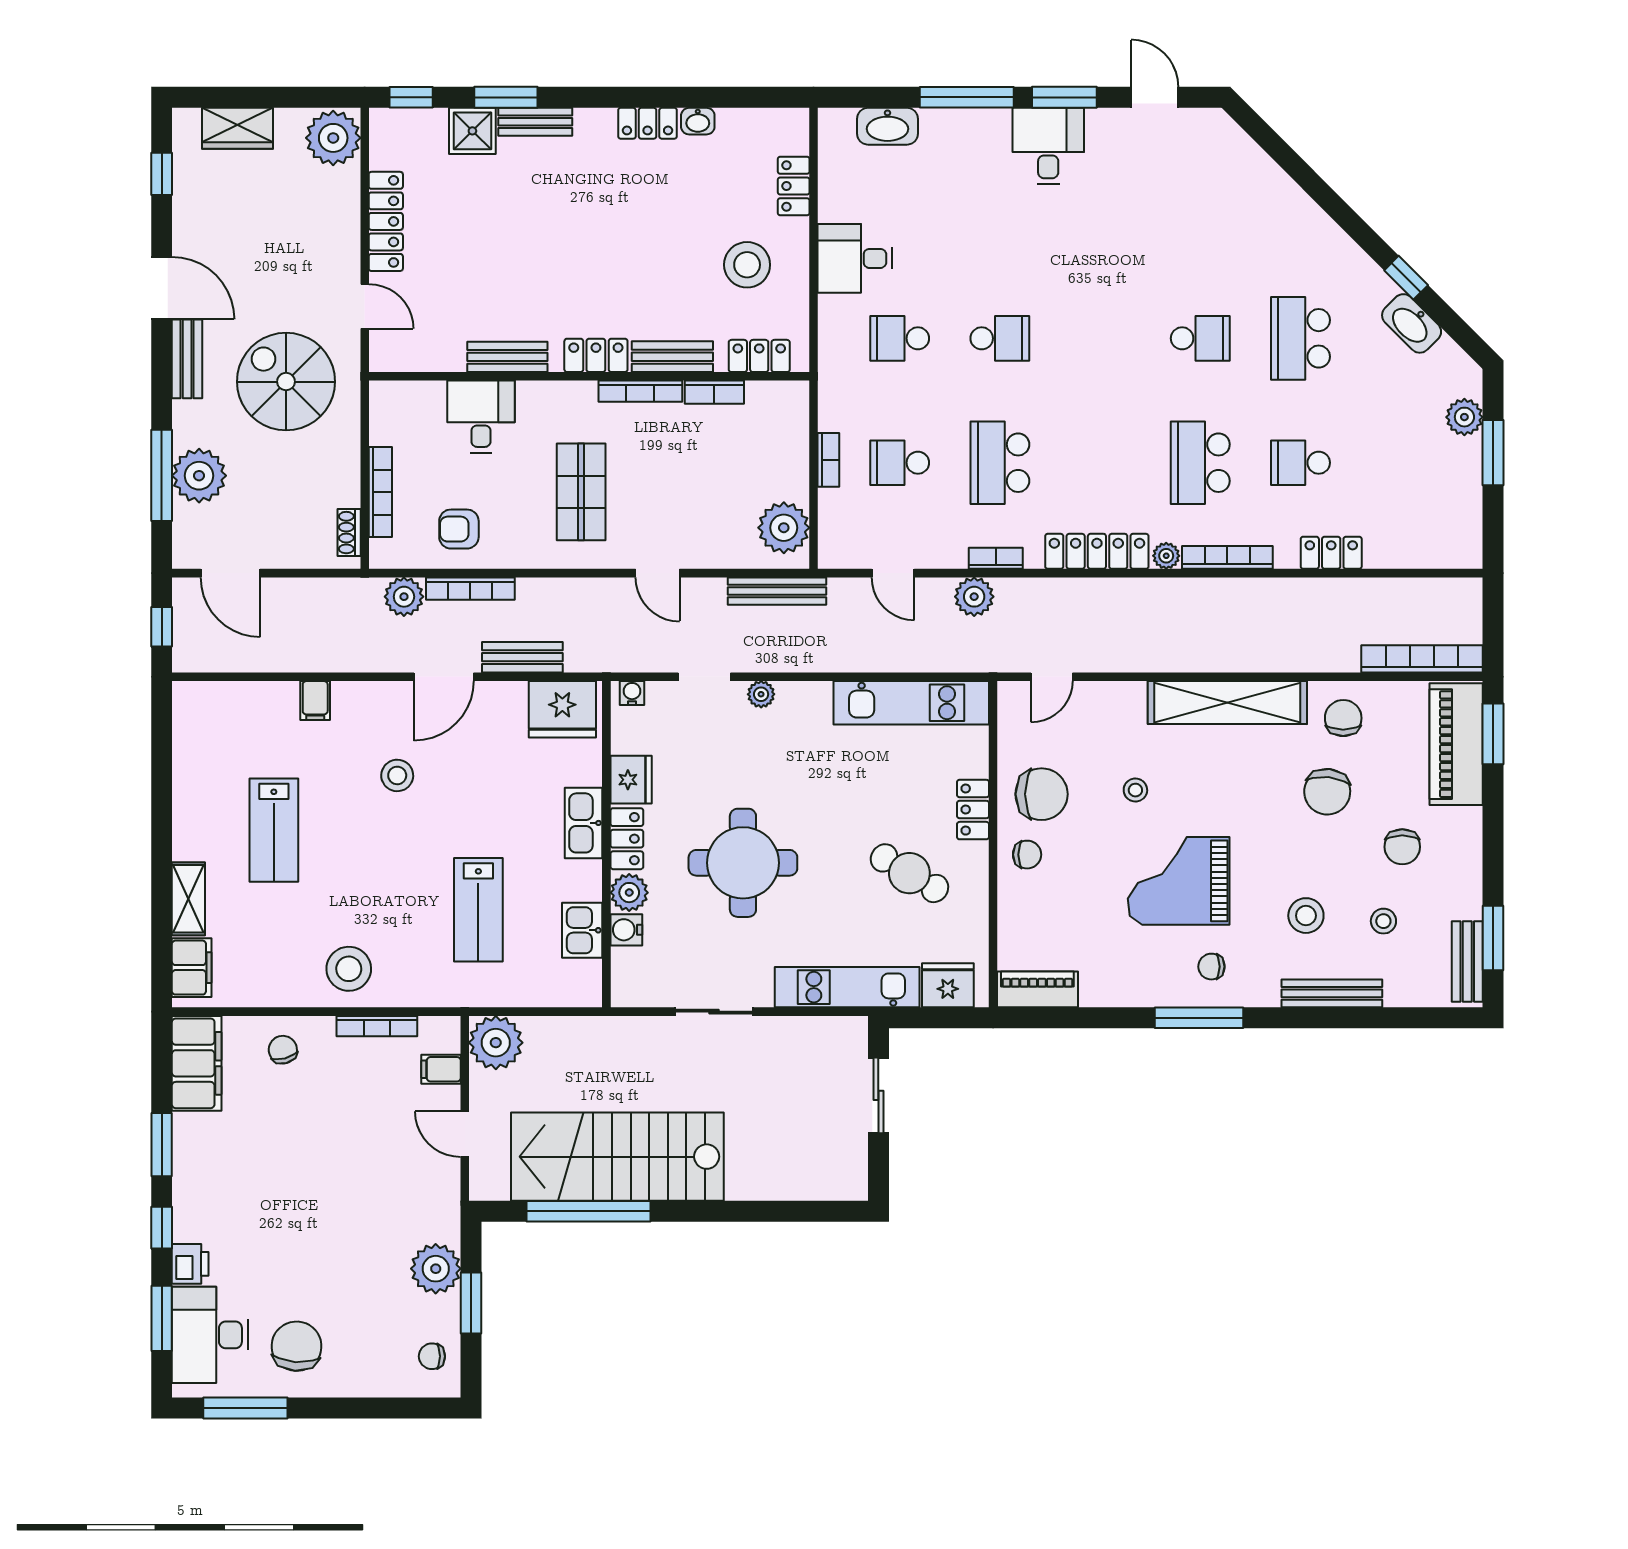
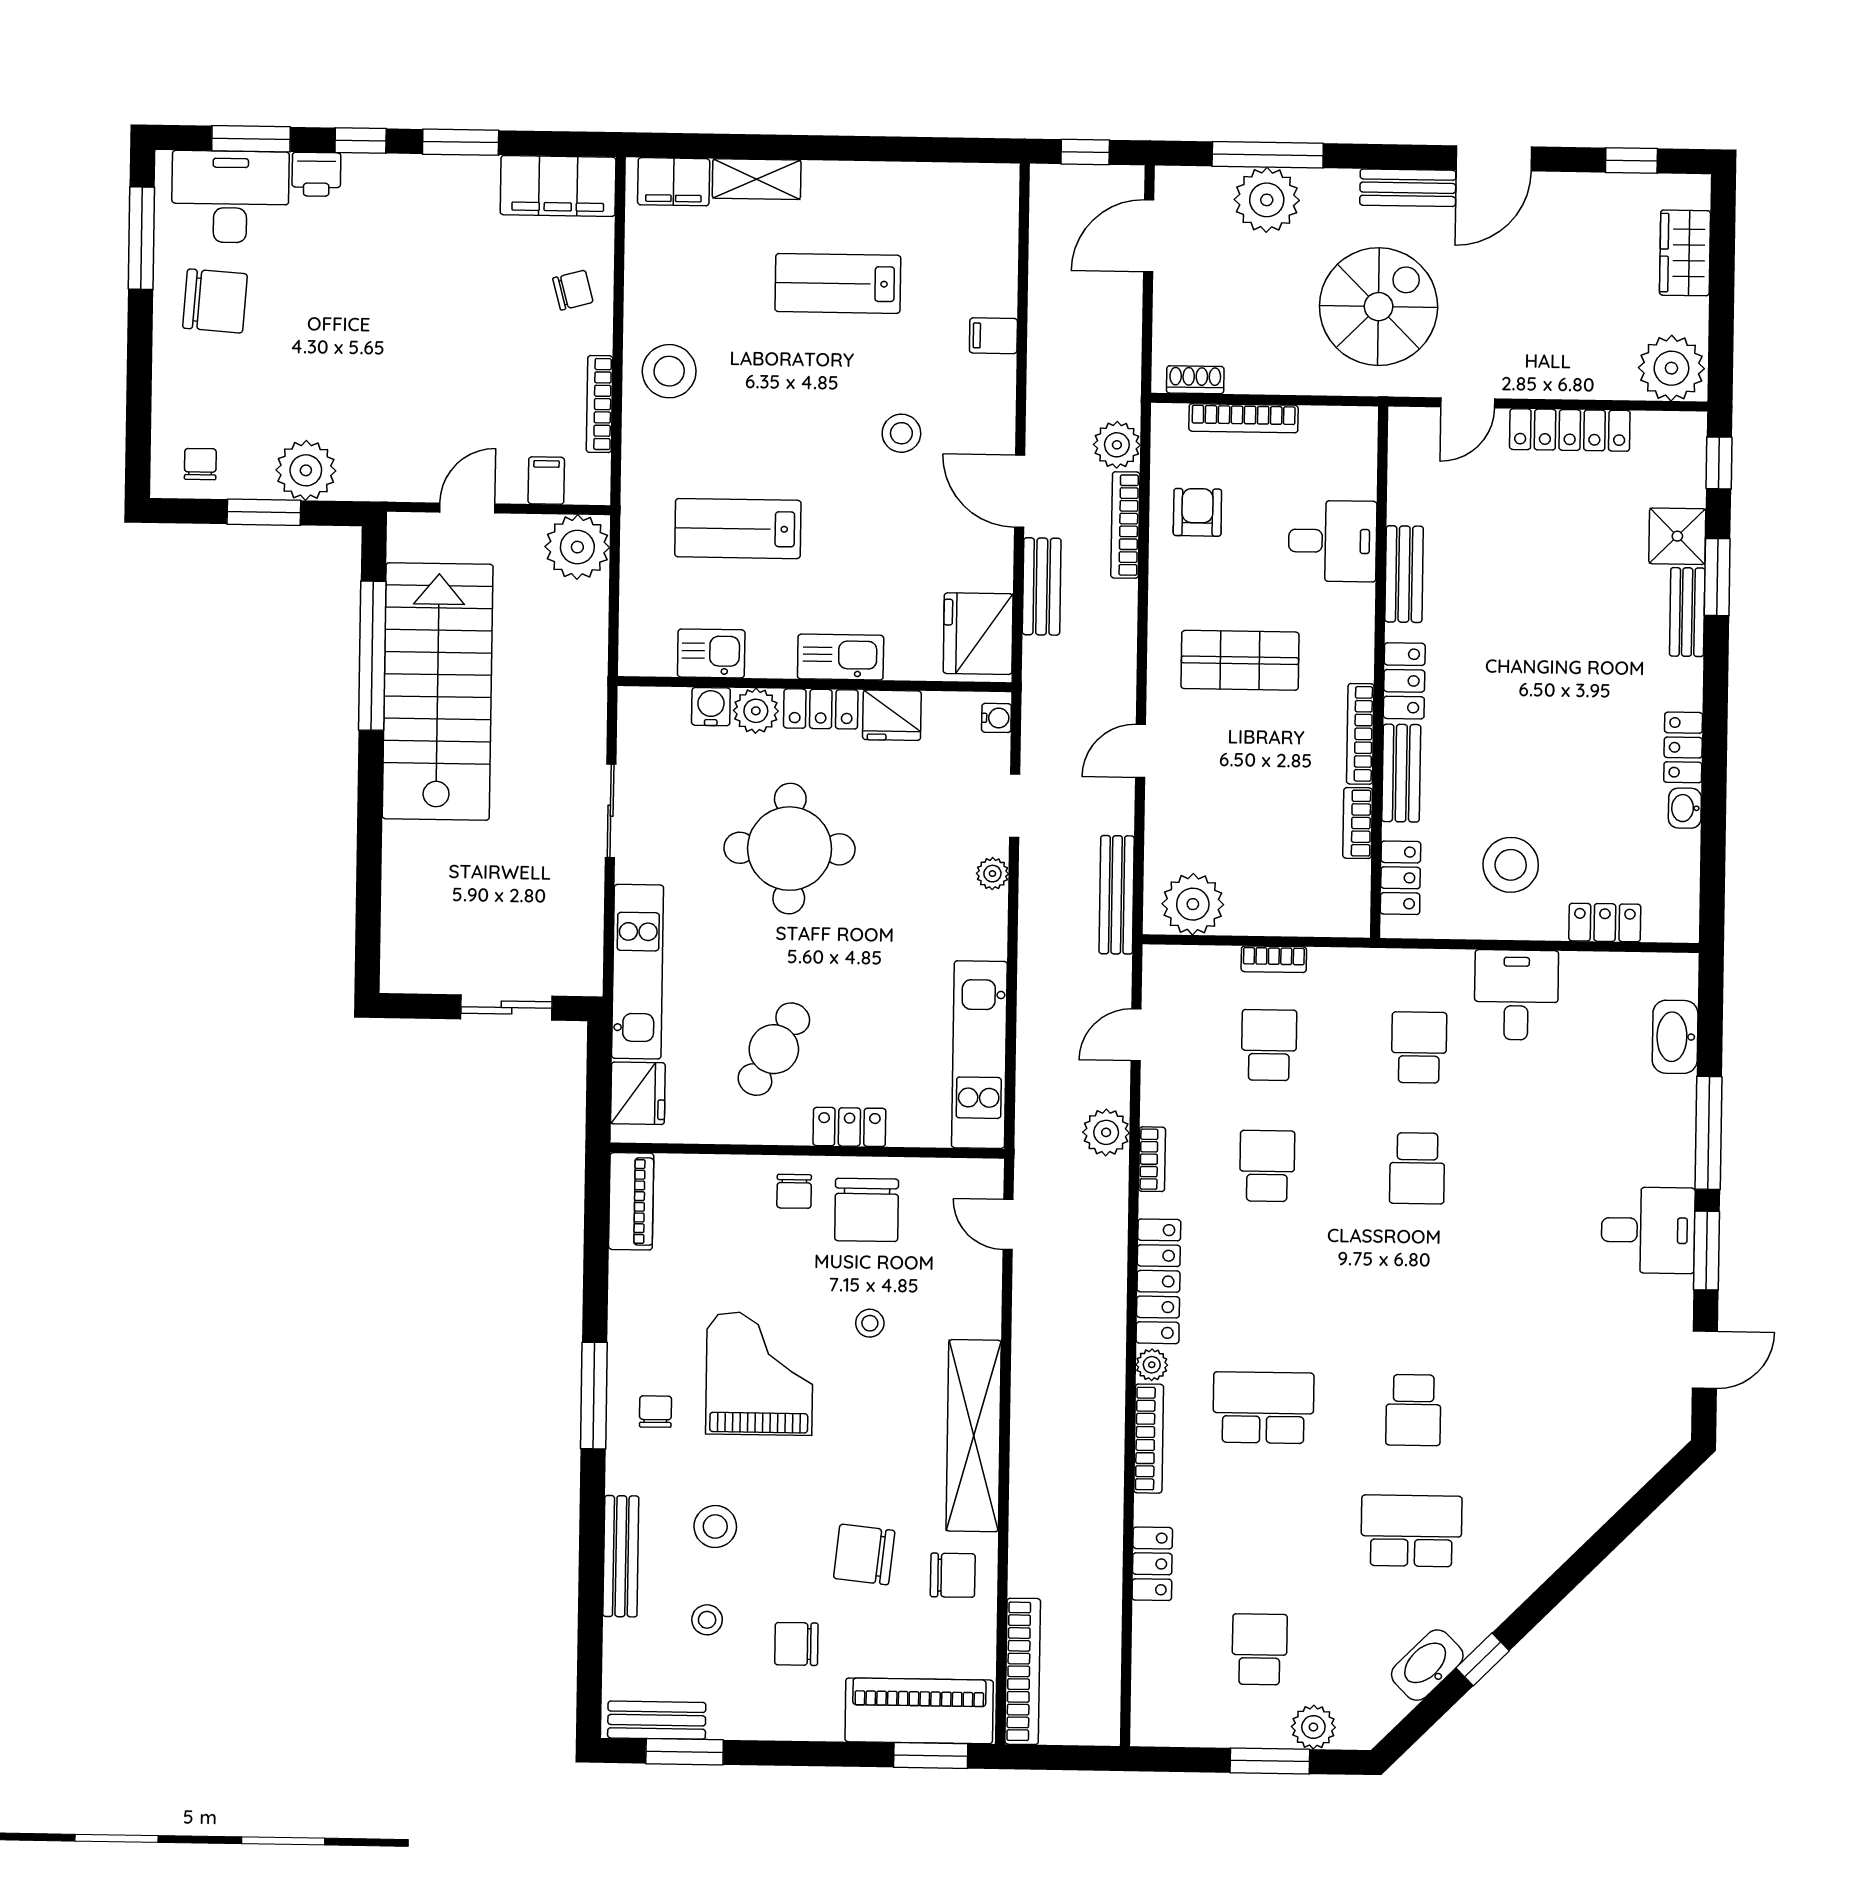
school desk: (1000, 463) -> (1267, 1166), width x0.54
school desk: (1300, 463) -> (1260, 1649), moved

